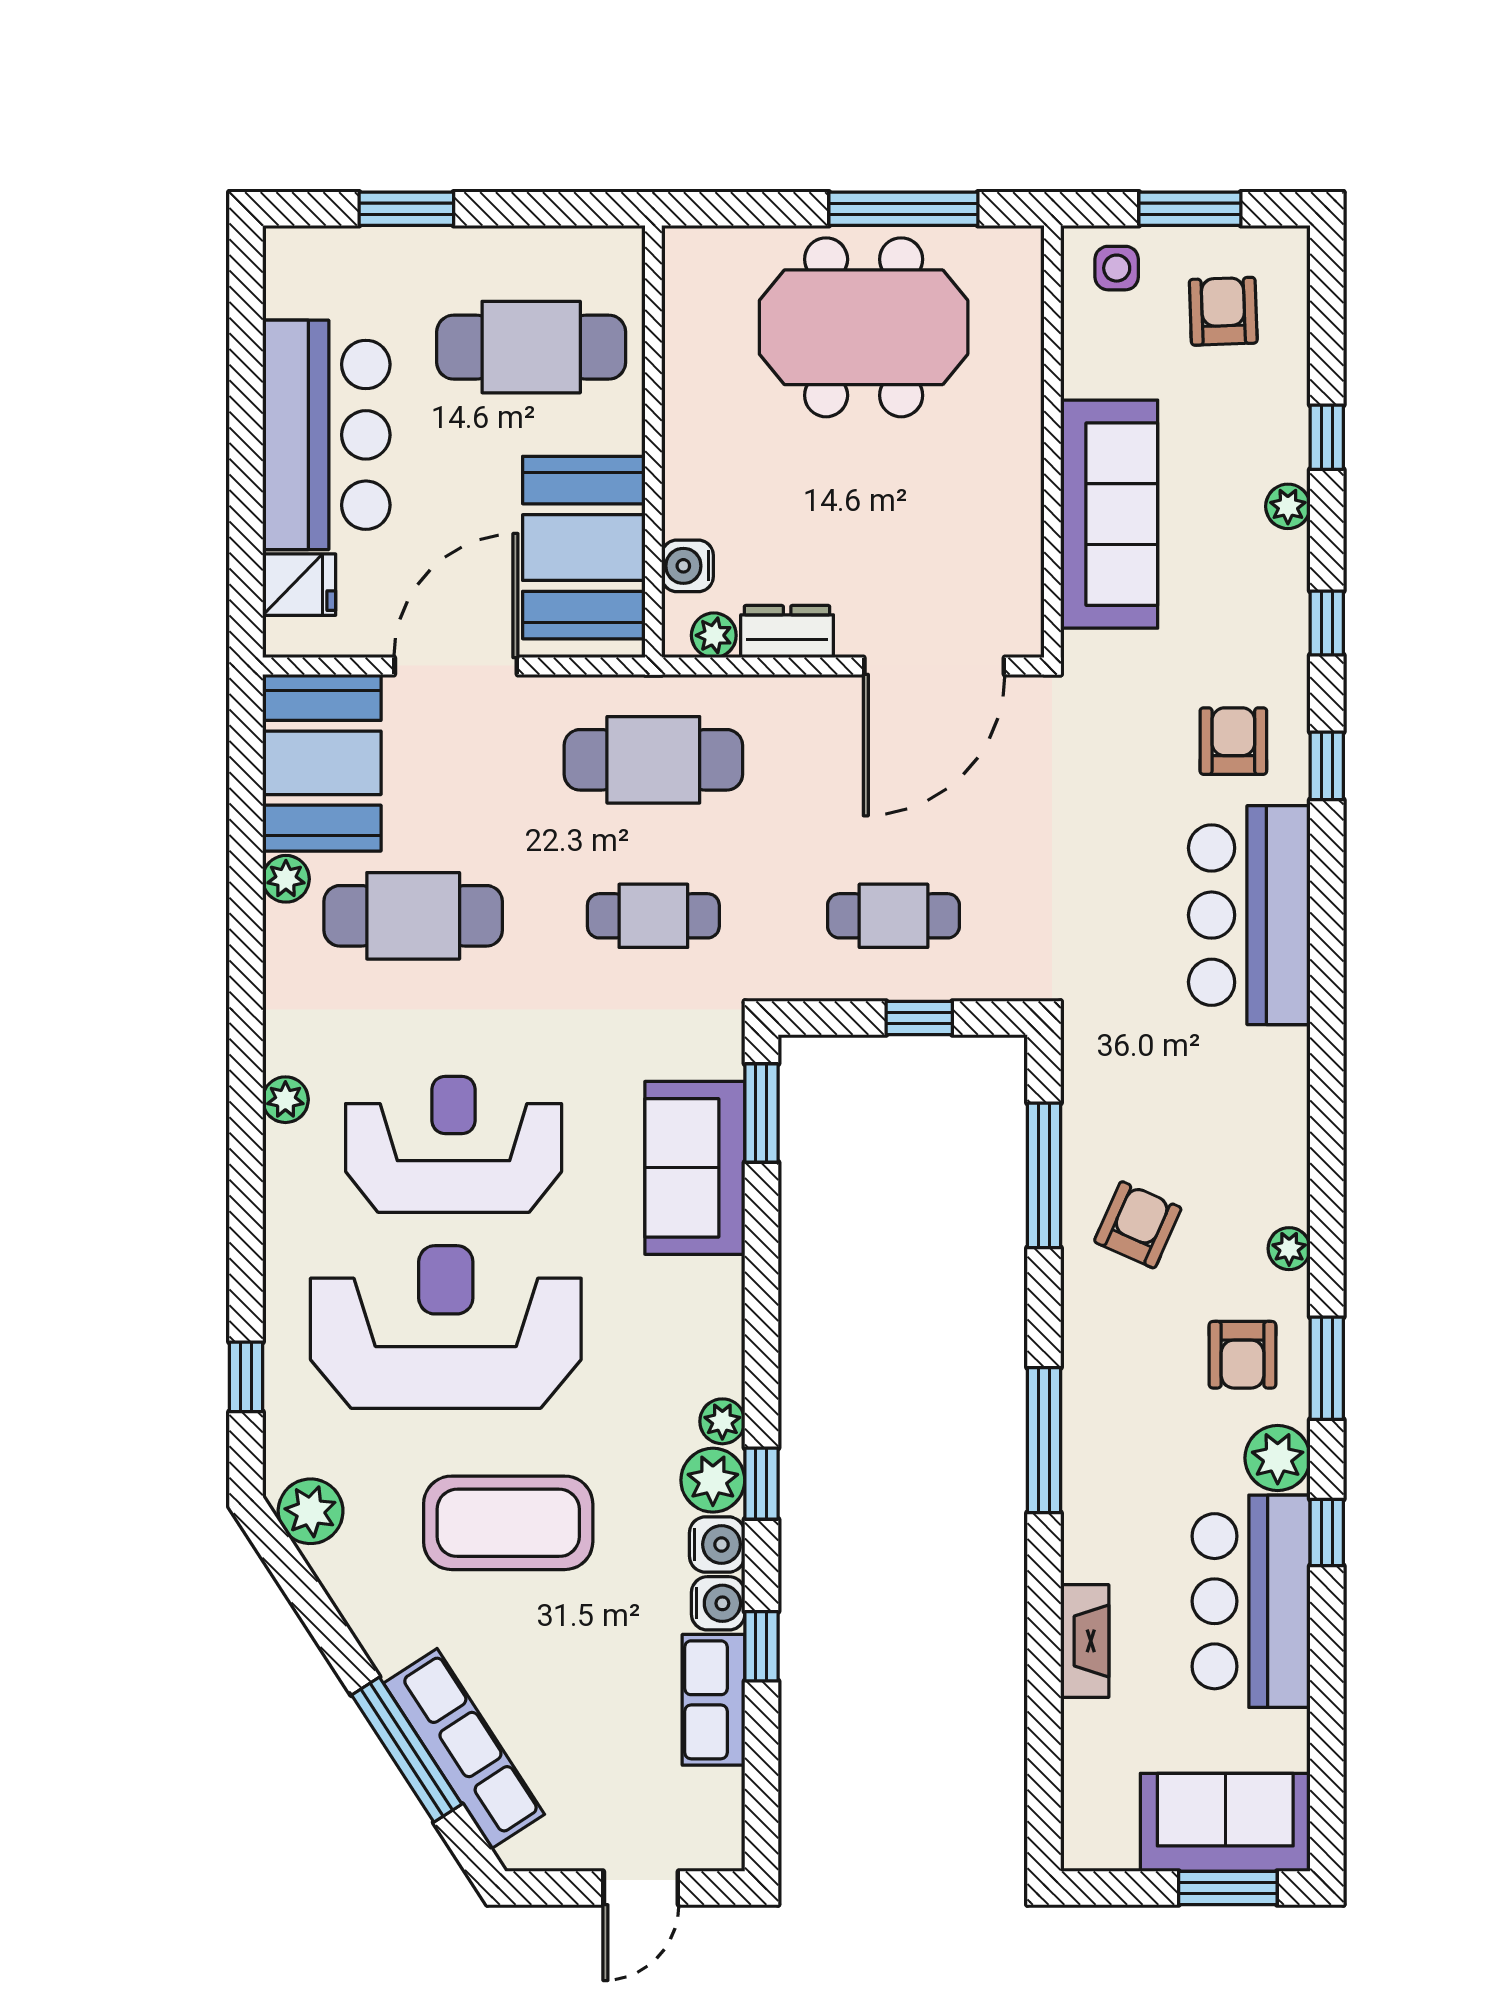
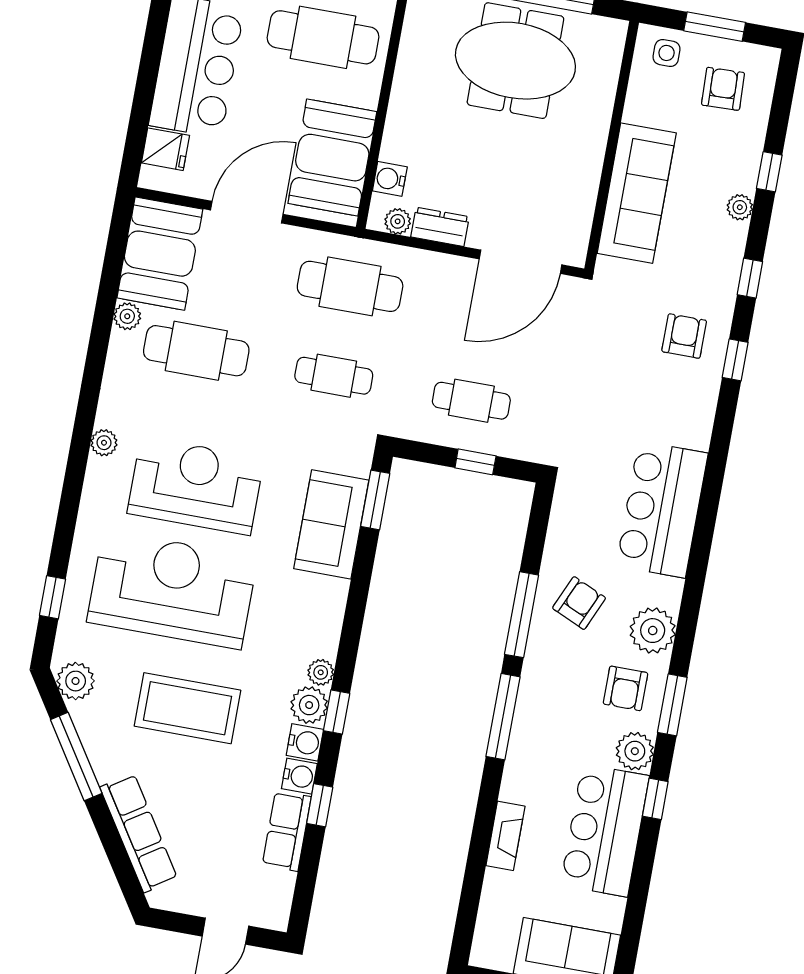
bar counter: (1249, 915) -> (662, 509), moved
window: (1044, 1175) -> (522, 615), moved
plant: (1289, 1249) -> (653, 631), width x1.88, depth x1.88
window: (407, 1750) -> (76, 757), moved

